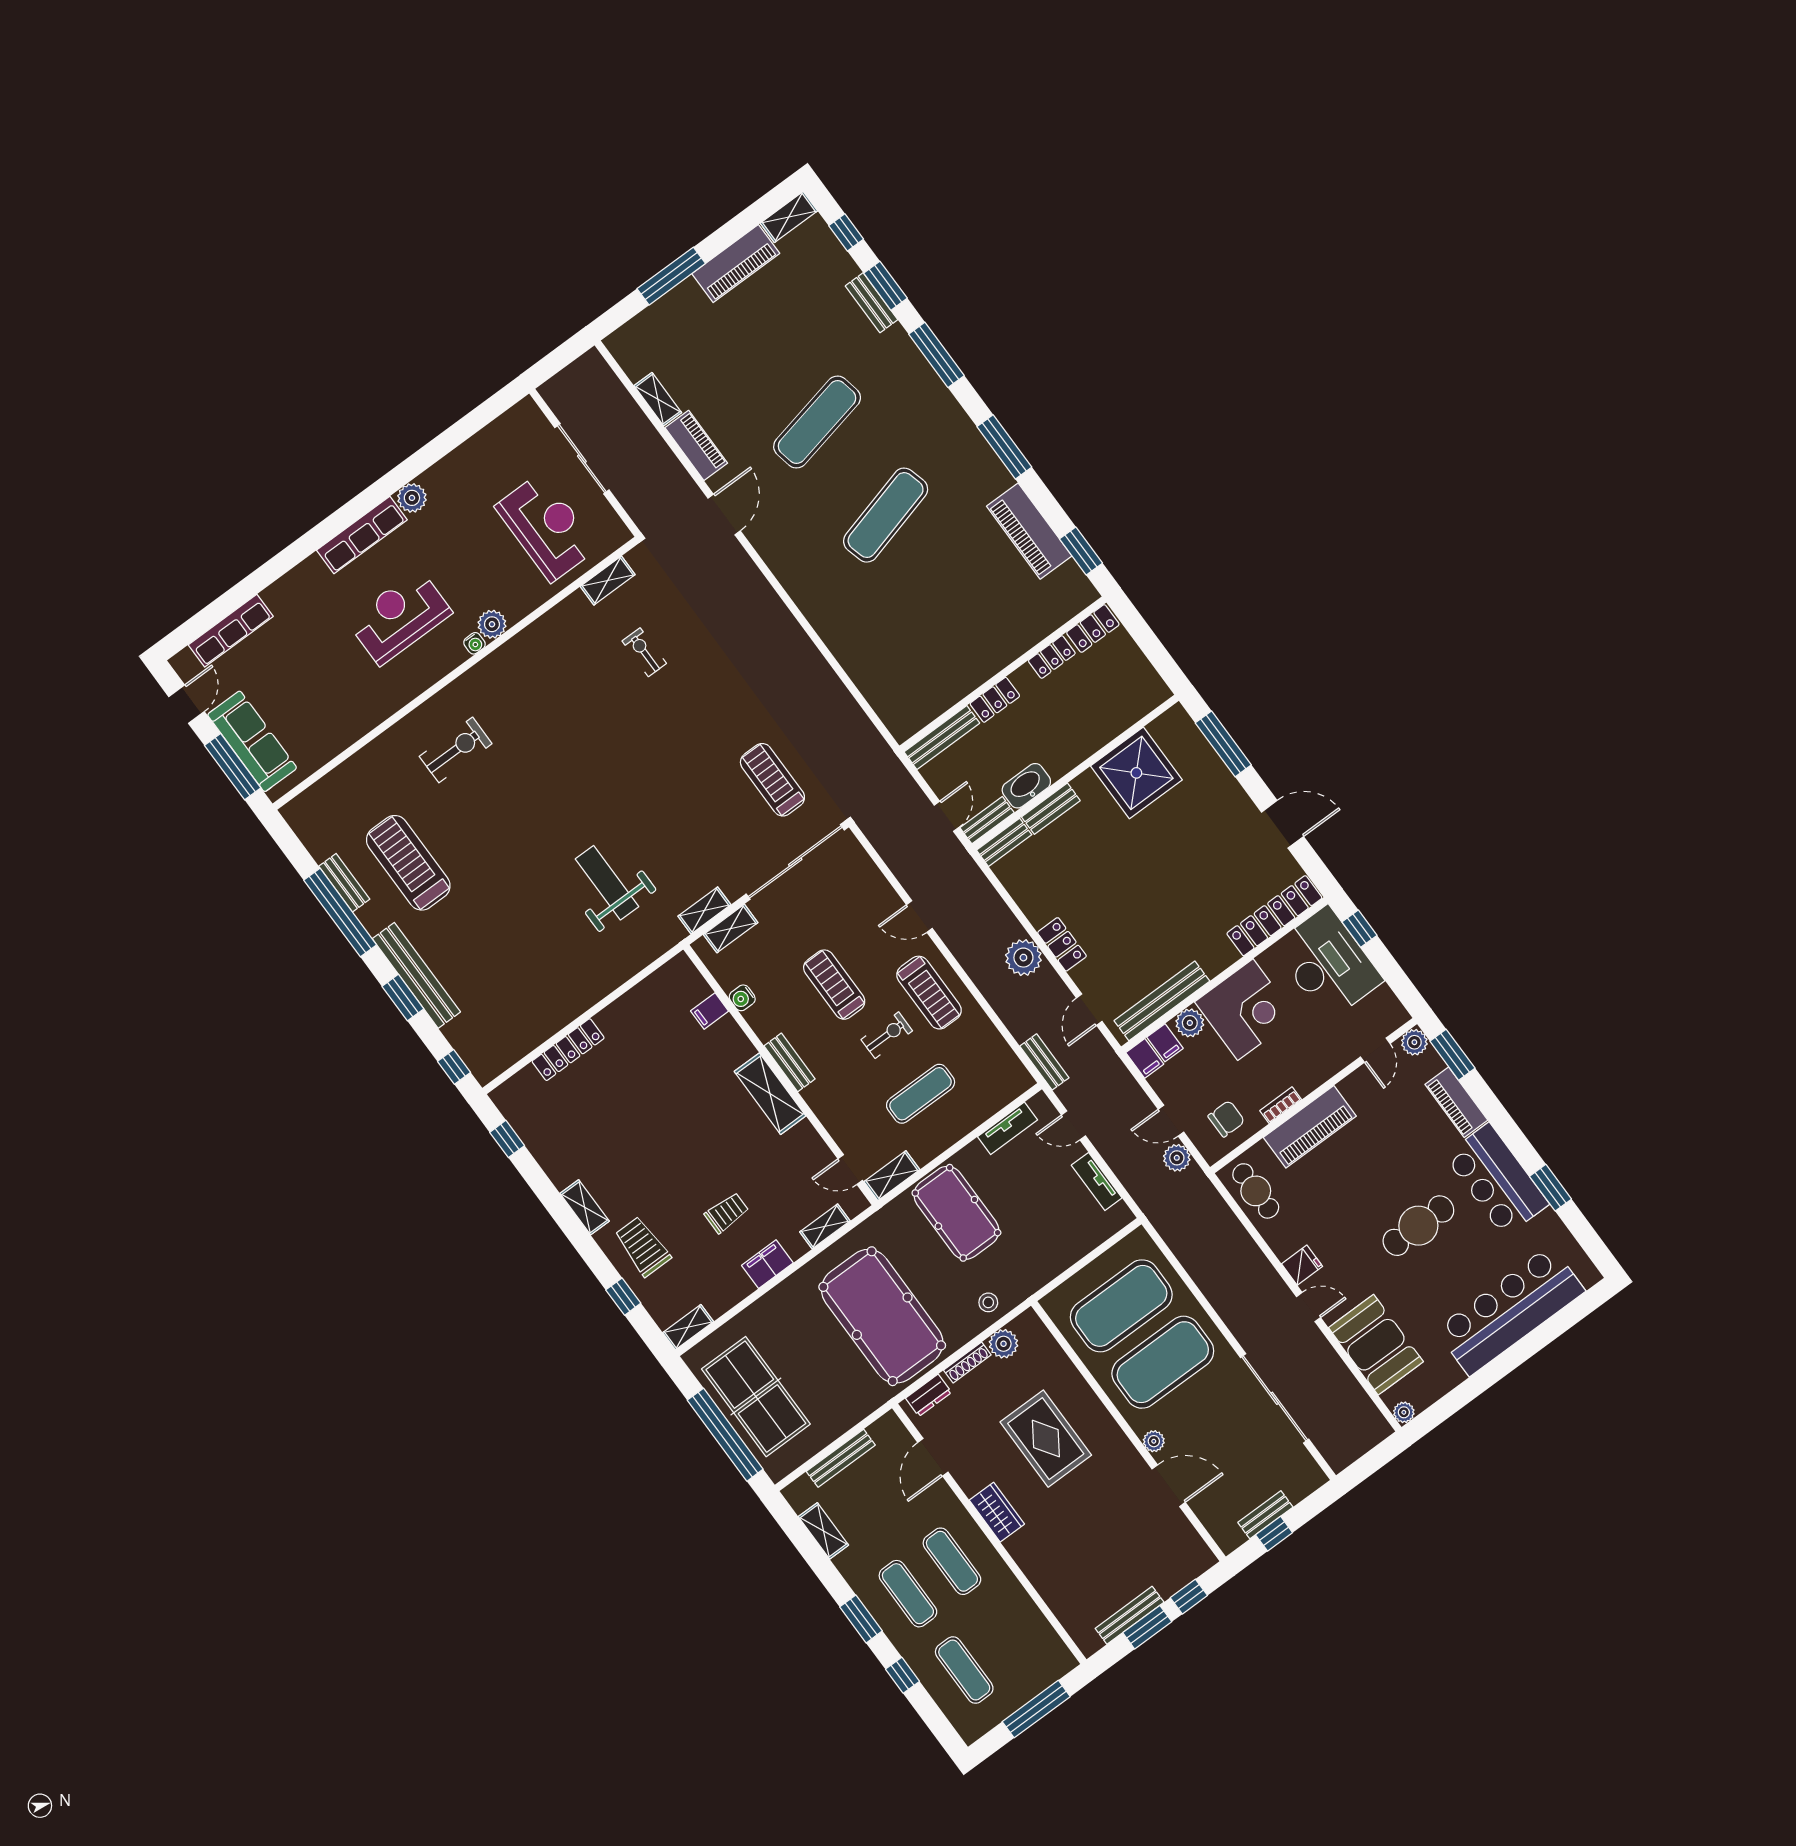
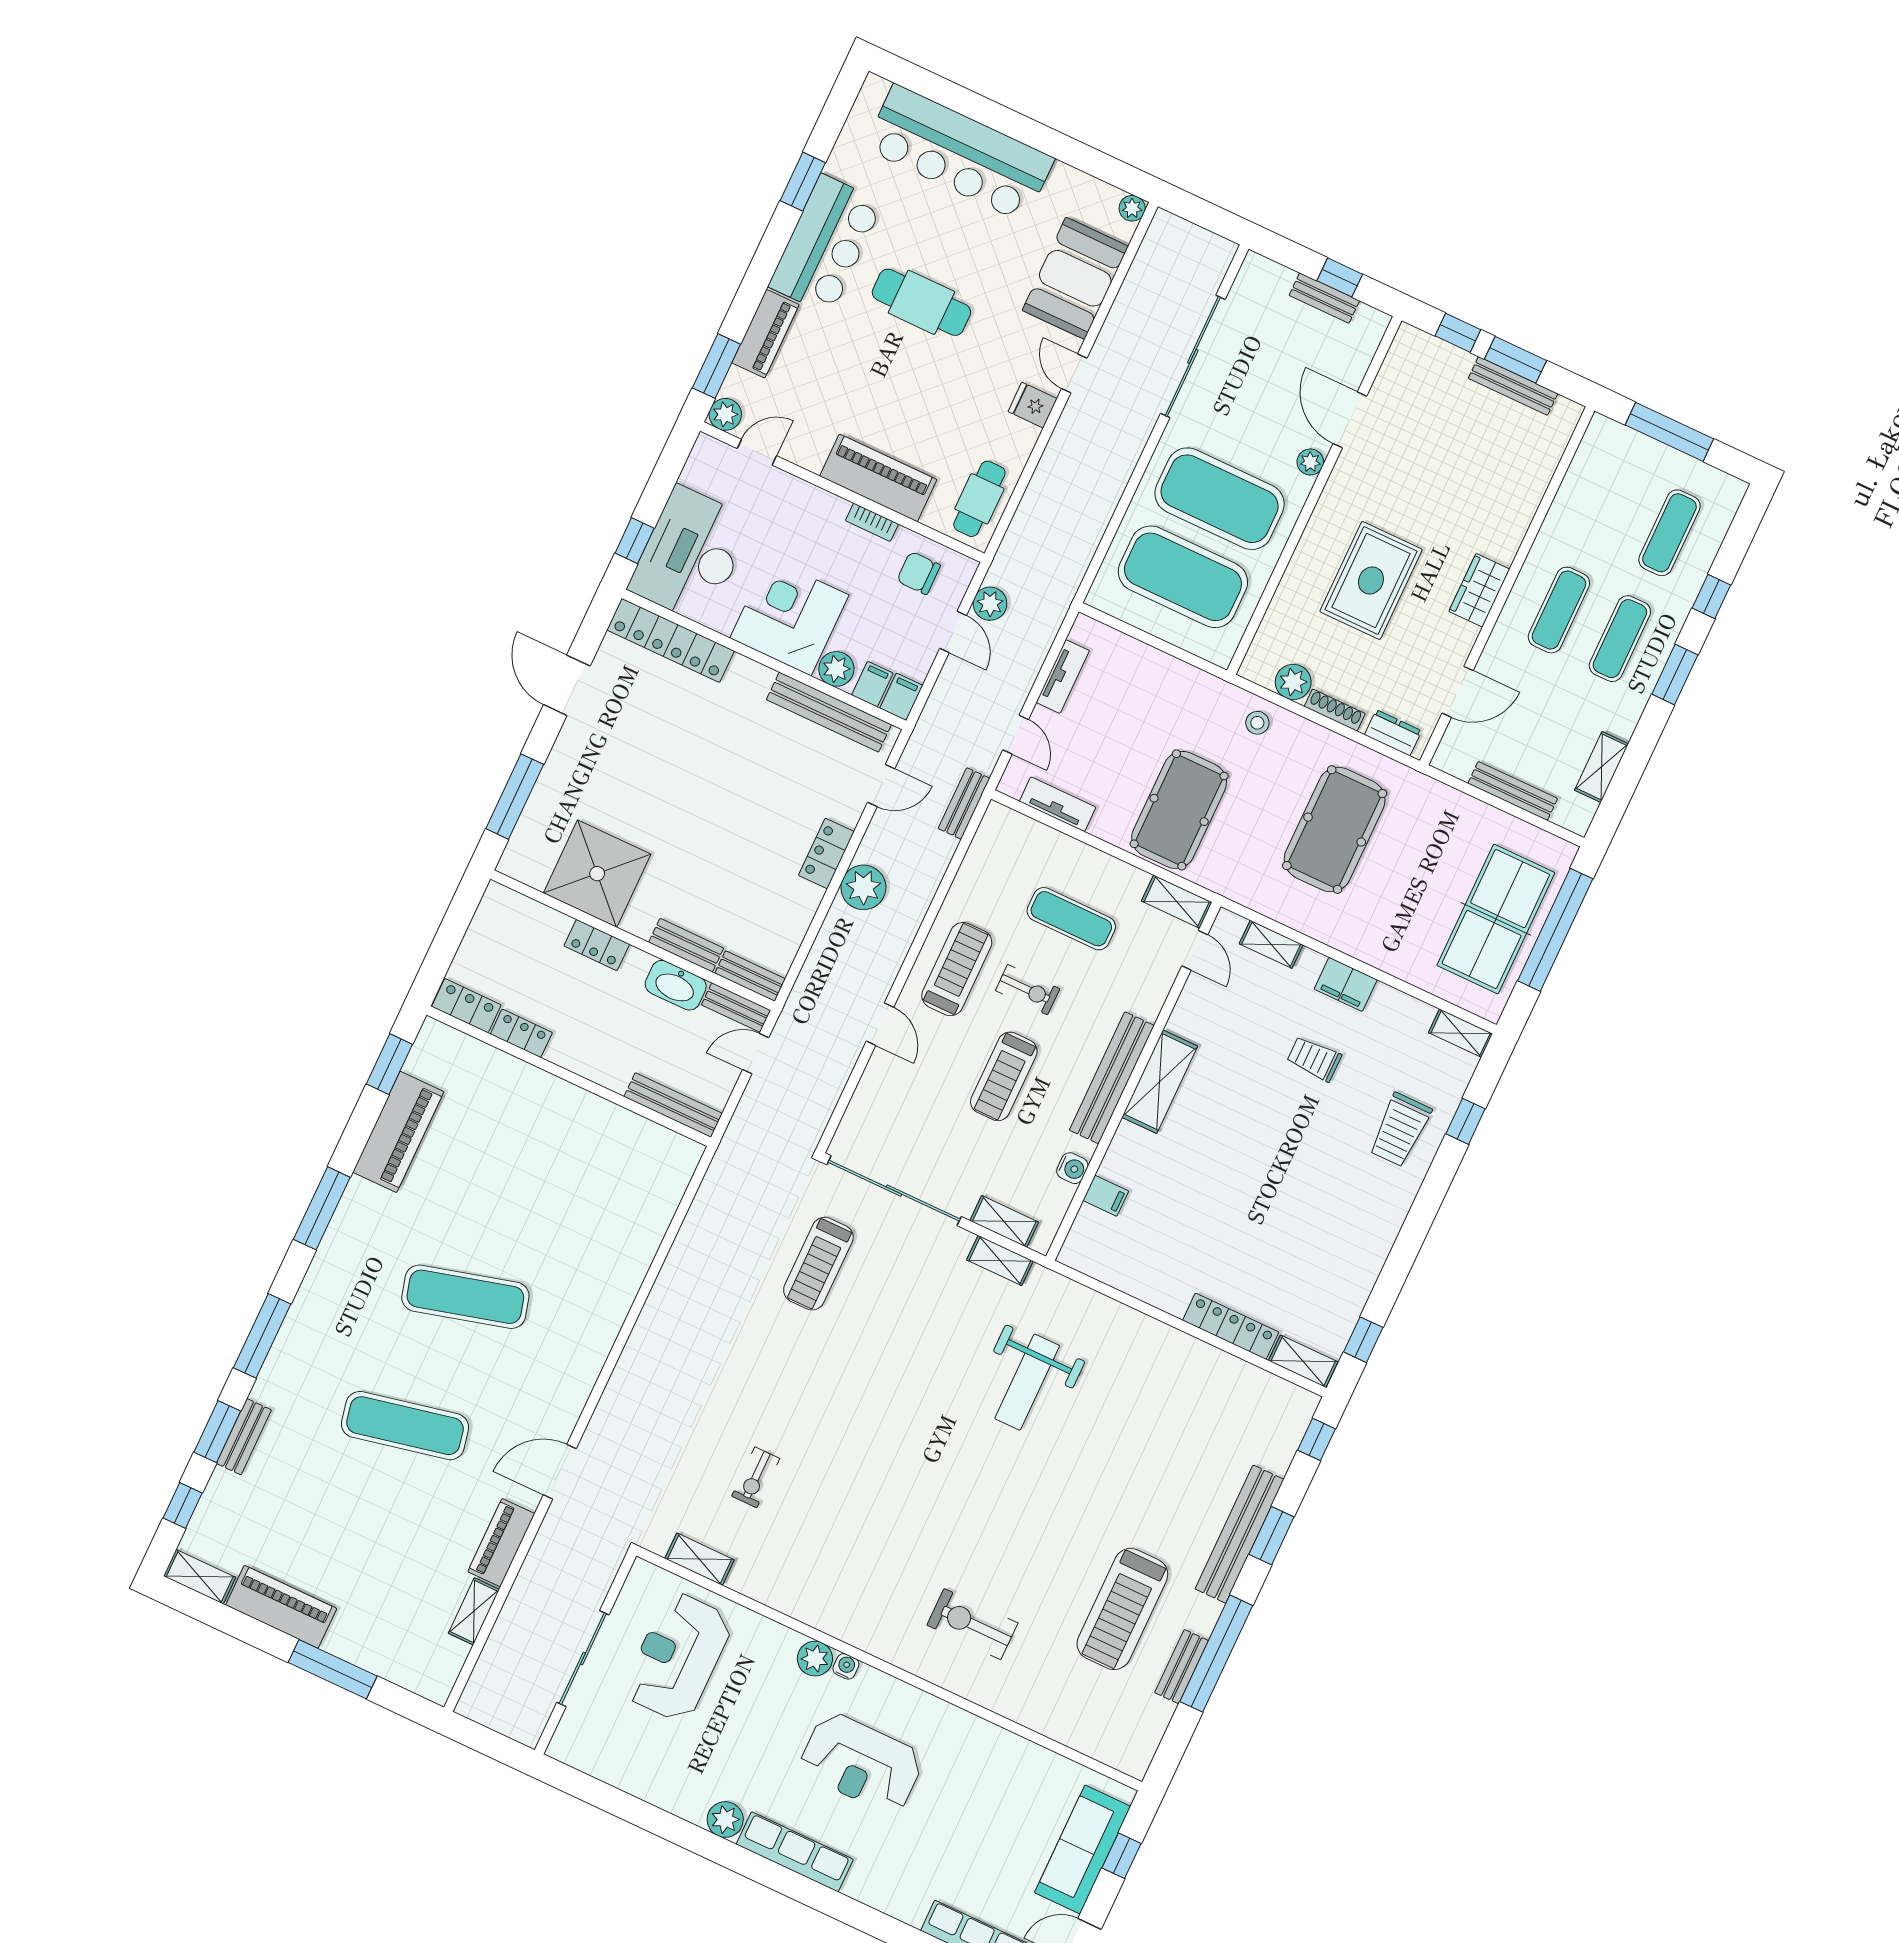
locker: (995, 700) -> (597, 945), moved, turned 180
window: (233, 767) -> (1121, 1856), width x0.46
exercise bike: (887, 1035) -> (1028, 990), turned 180
bench: (790, 1062) -> (1112, 1078), width x1.86, depth x1.21
shelving: (585, 1207) -> (1303, 1361), moved, turned 90
pool table: (882, 1316) -> (1335, 830), width x0.73, depth x0.76

